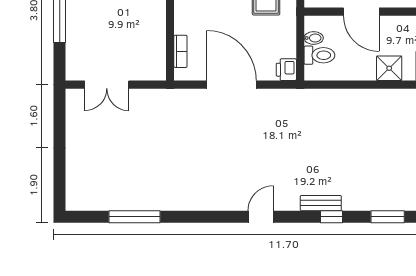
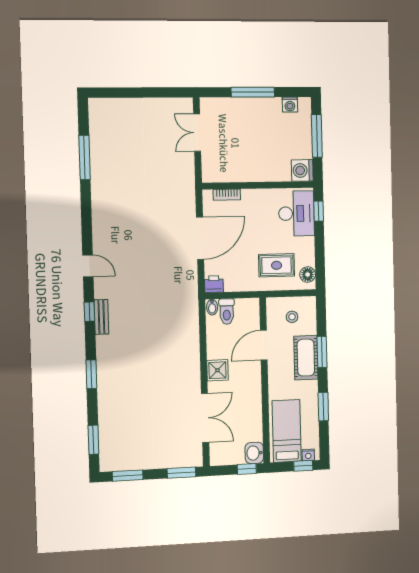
bidet: (314, 38) -> (212, 307), moved
window: (332, 217) -> (89, 312), moved

